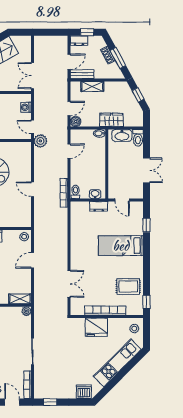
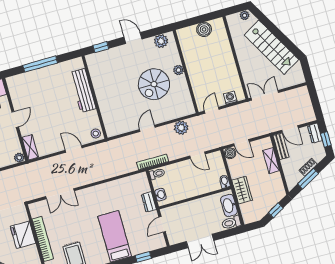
plant: (40, 141) -> (181, 128), moved

